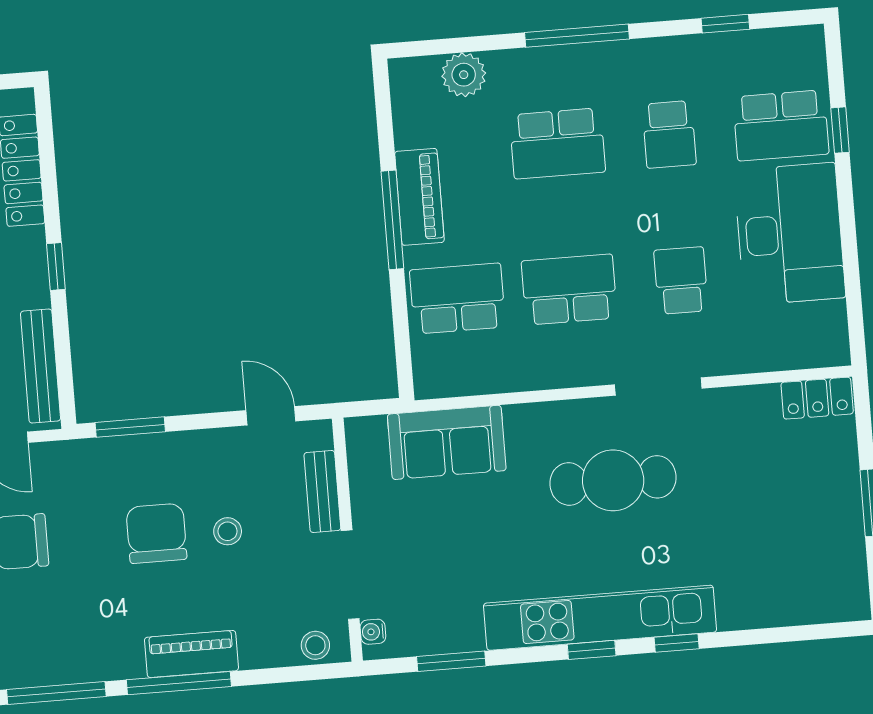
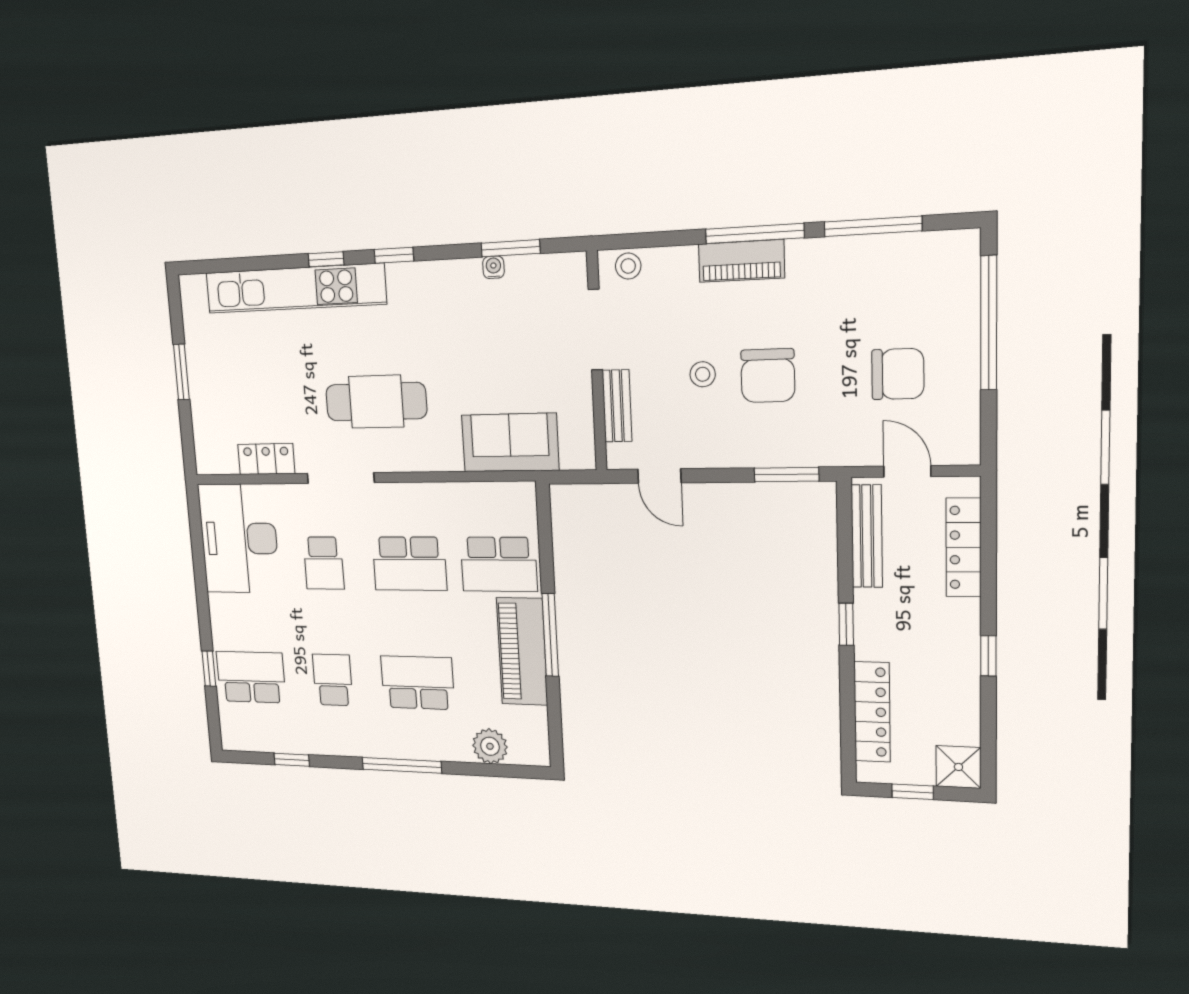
piano: (419, 197) -> (522, 651), width x1.37, depth x1.33
desk: (790, 234) -> (239, 538), moved
locker: (817, 398) -> (266, 459), moved
kitchen unit: (600, 618) -> (295, 288), moved
water cooler: (373, 632) -> (493, 267), moved, turned -90

